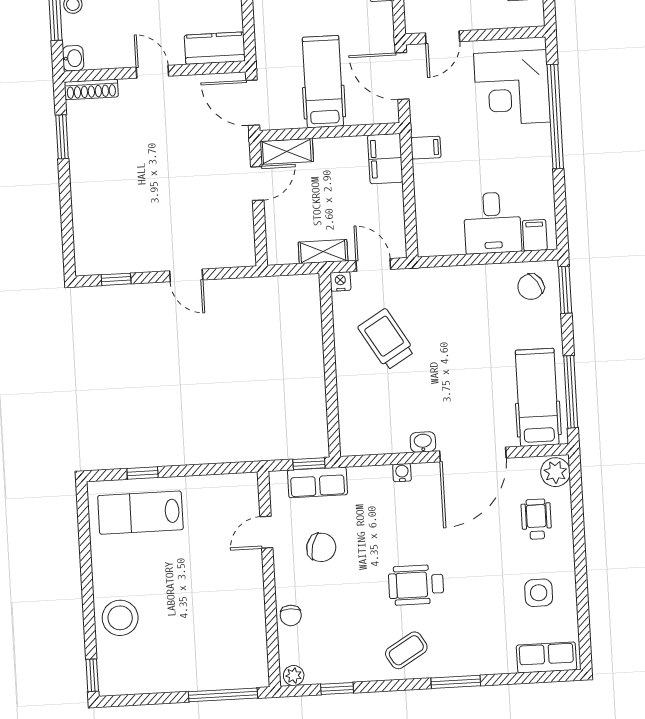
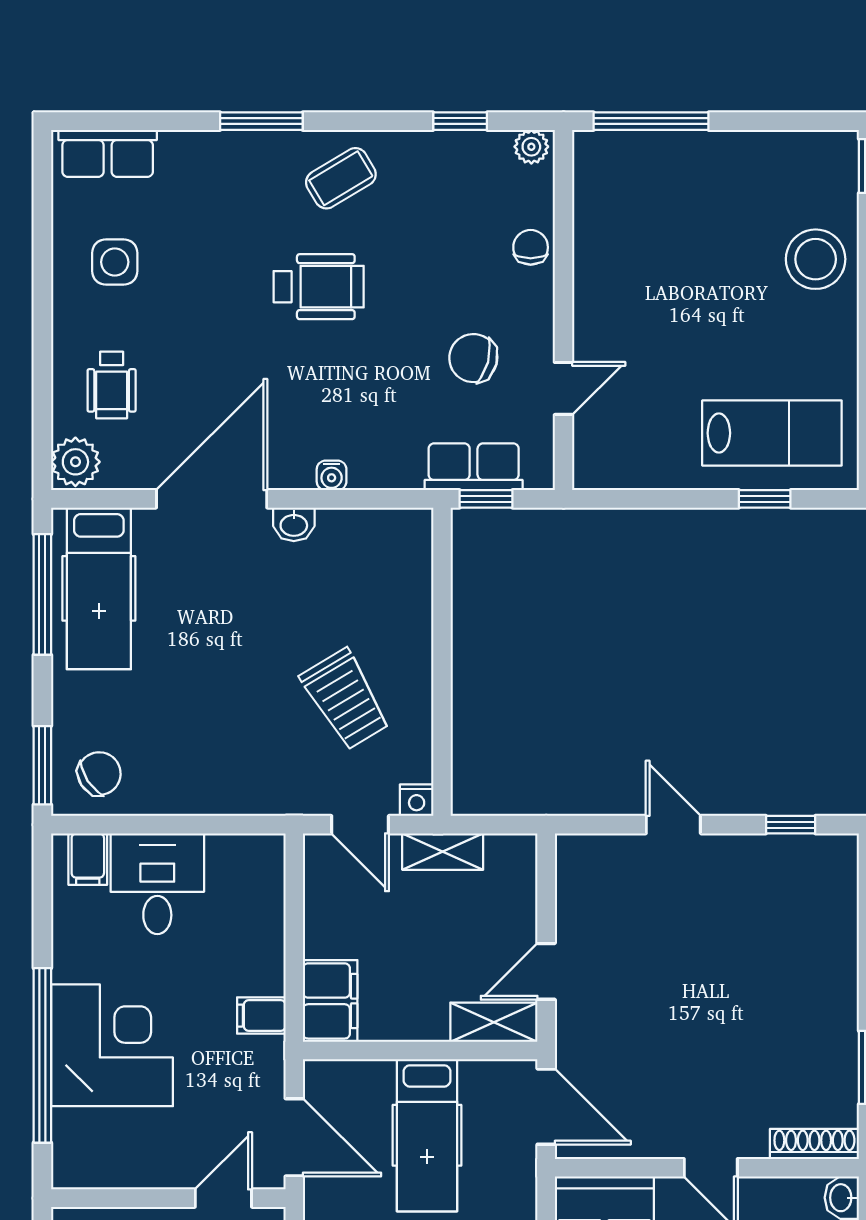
corner desk: (512, 88) -> (112, 1045), moved

